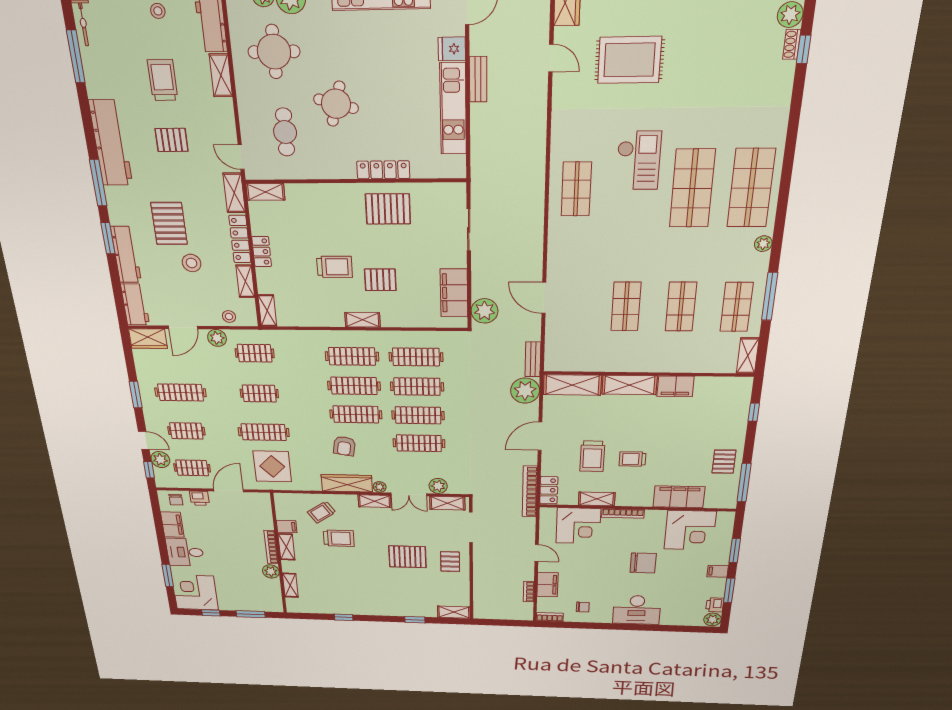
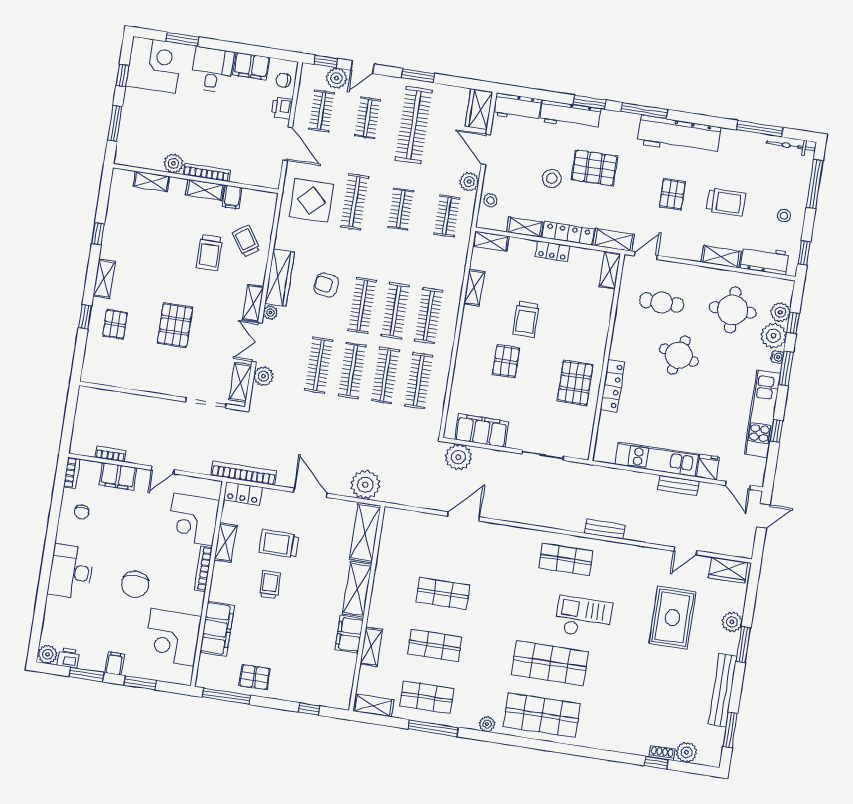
checkout: (638, 161) -> (583, 618), turned 180
shelving: (363, 320) -> (474, 288), moved
bench: (533, 359) -> (605, 529), moved
shelving: (687, 365) -> (371, 647), added
clothes rail: (180, 392) -> (414, 125), width x1.37, depth x1.31
pallet: (450, 562) -> (115, 324), moved, turned 90
shelving: (454, 612) -> (104, 279), moved

